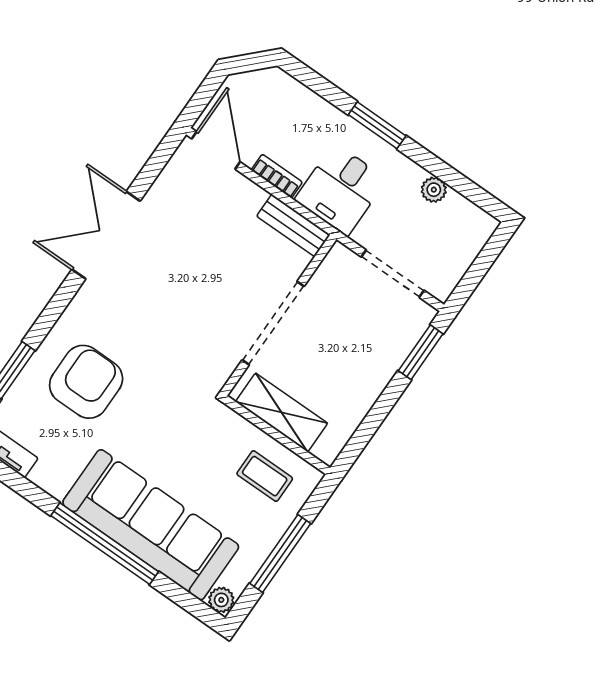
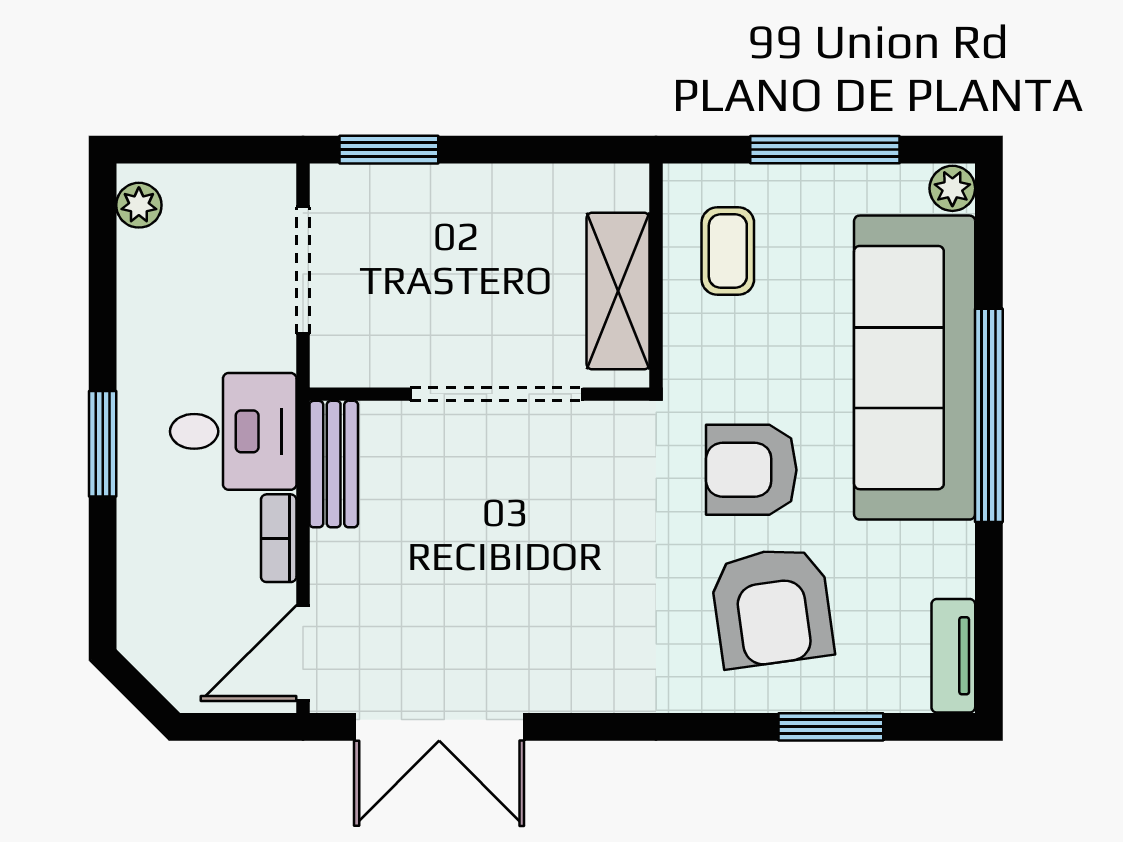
plant: (434, 190) -> (139, 205), moved
double door: (106, 235) -> (439, 727), moved
armchair: (86, 382) -> (772, 607), turned -98
armchair: (156, 416) -> (751, 470), added

